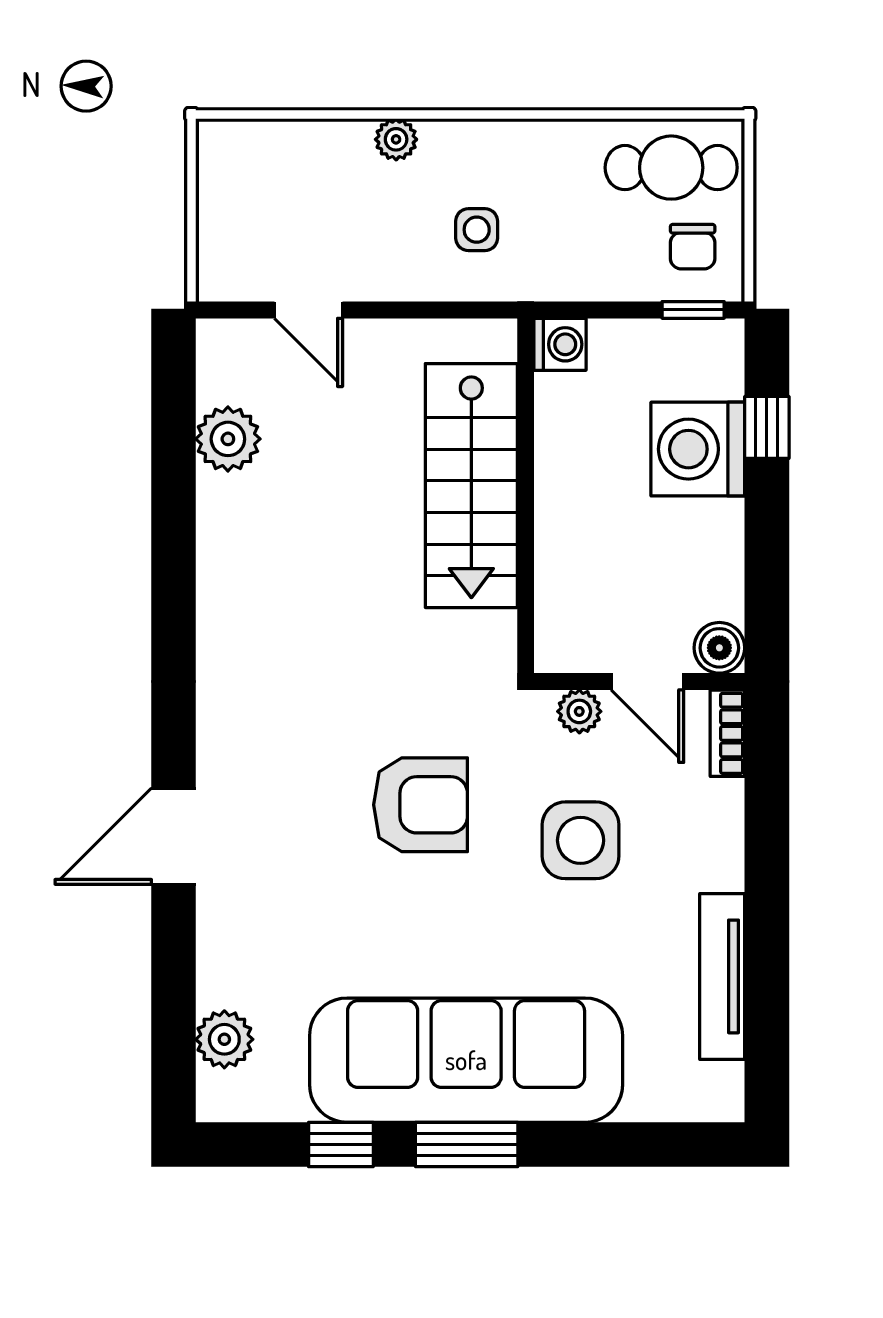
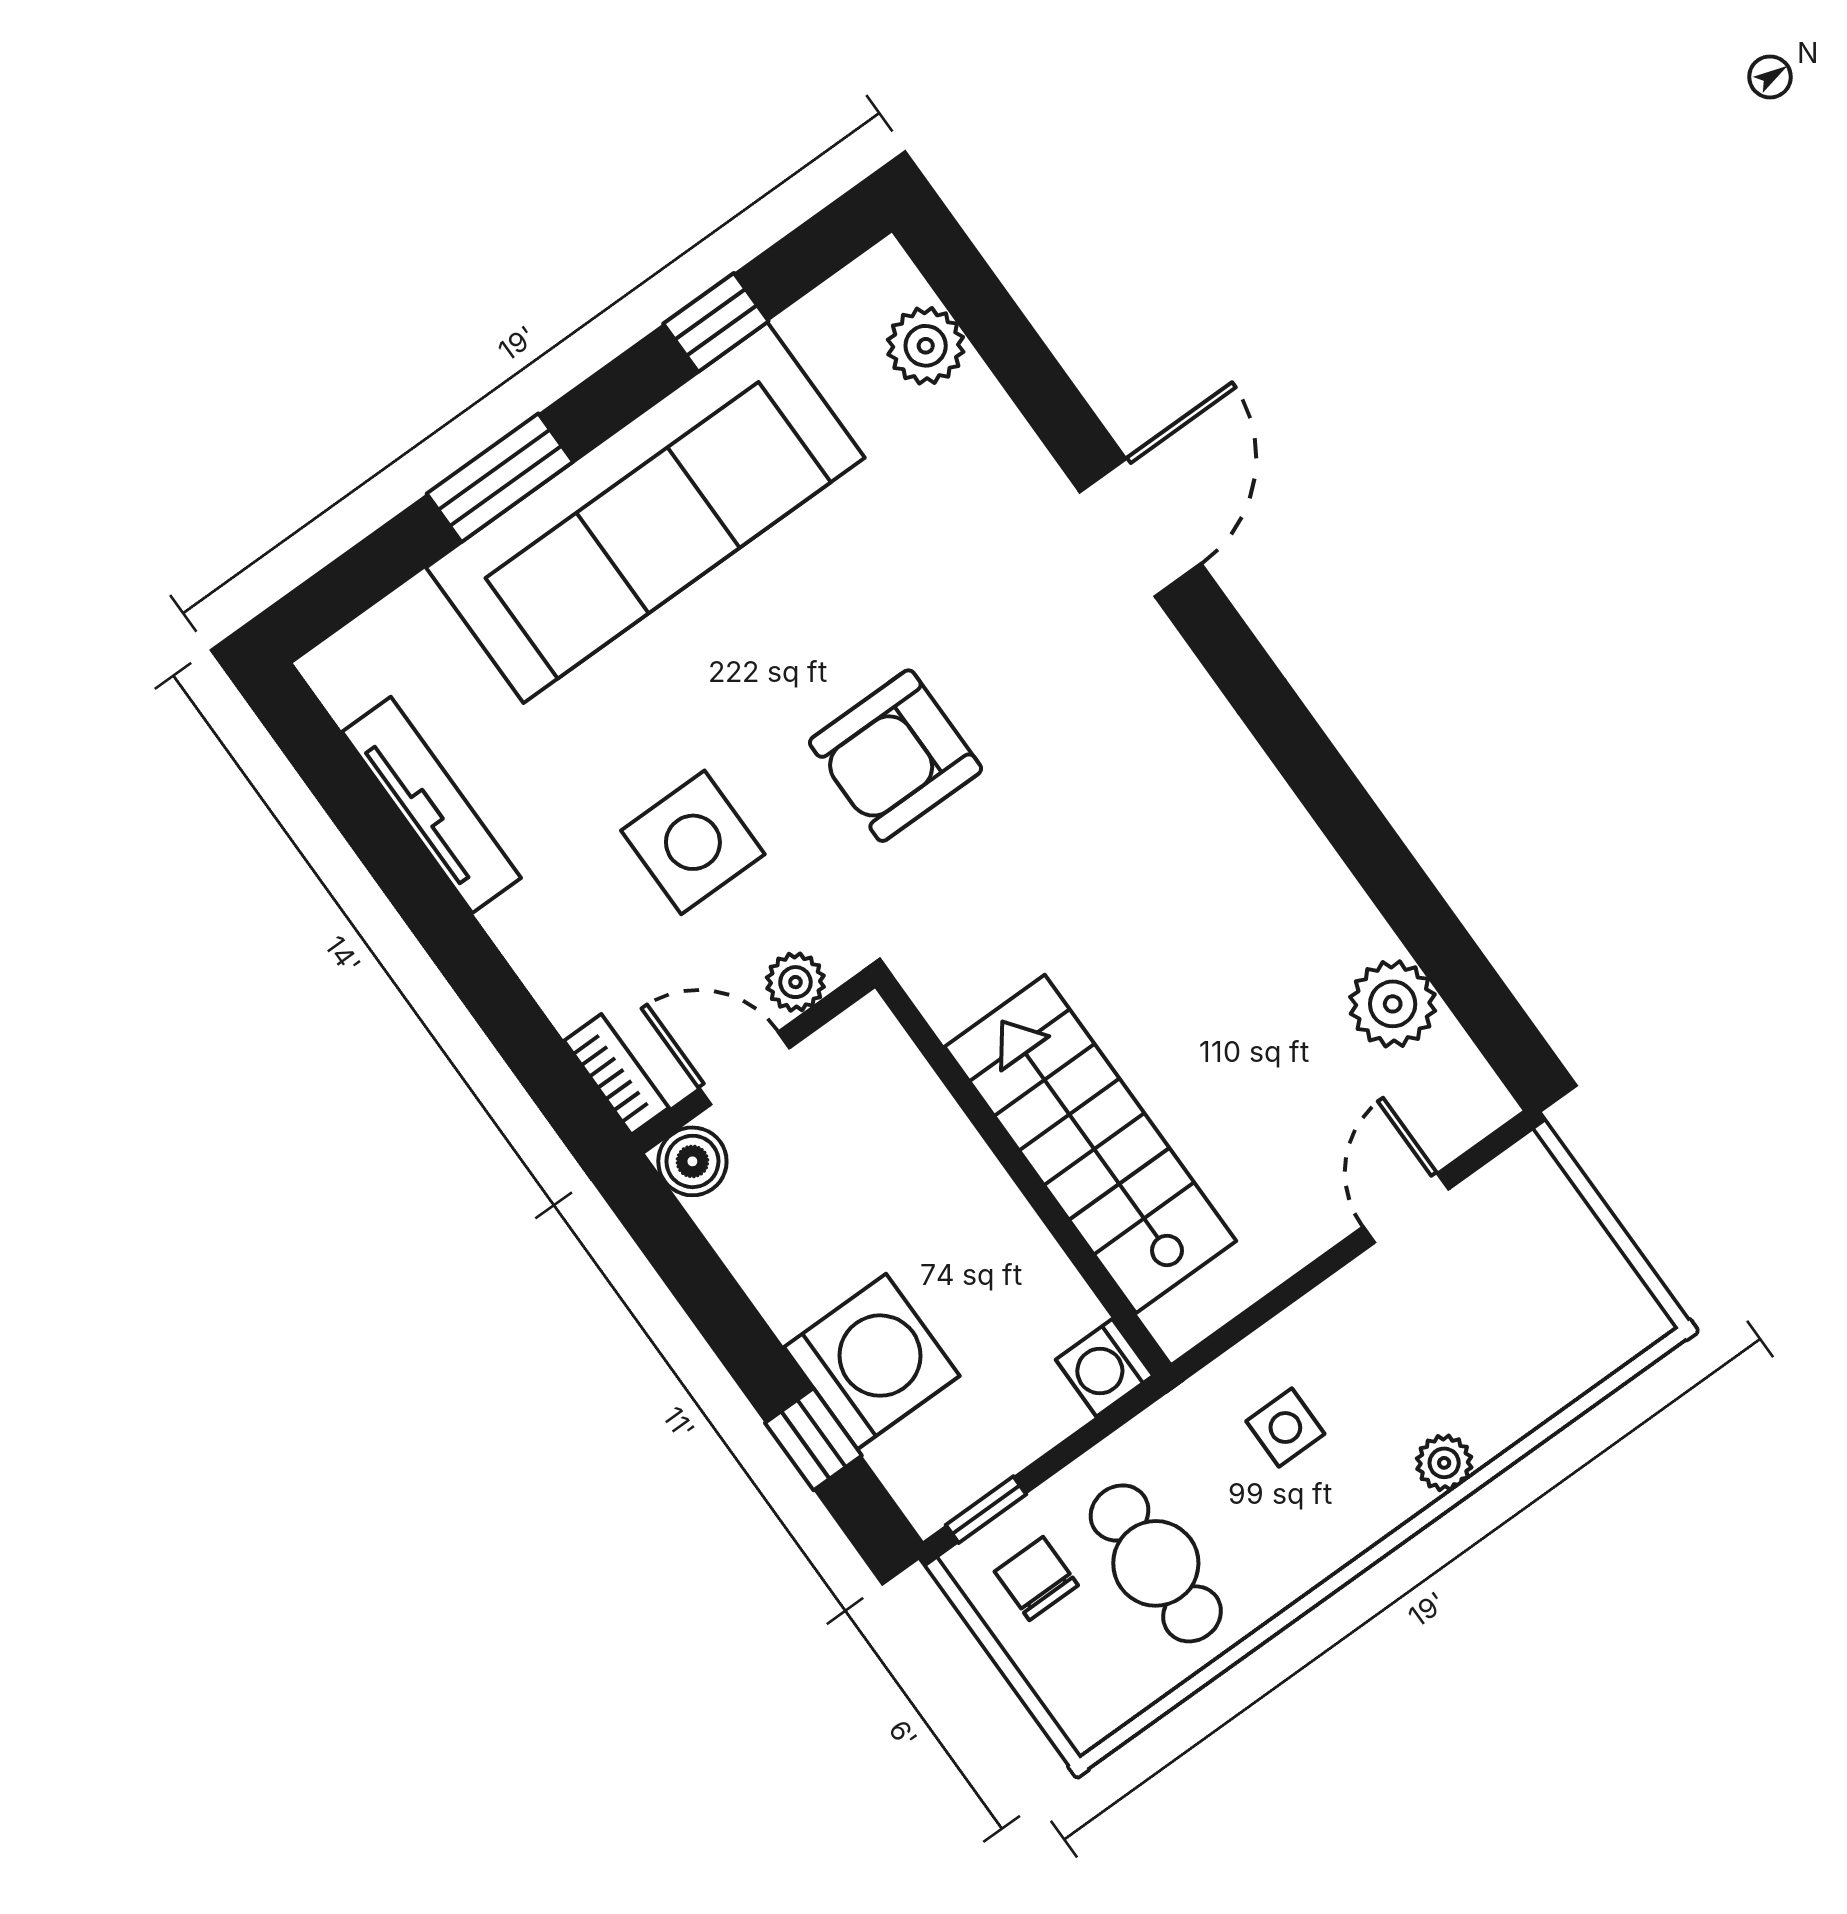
cafe table: (671, 168) -> (1156, 1563), moved, turned 90
door: (308, 310) -> (1406, 1208), hinge flipped
window: (467, 1144) -> (500, 478), moved

